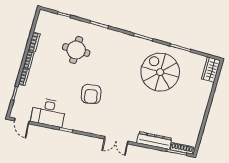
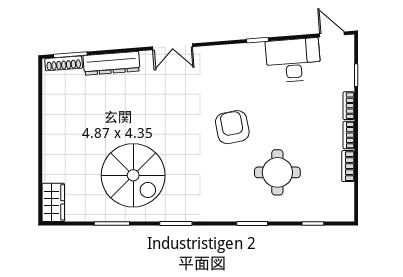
armchair: (91, 94) -> (232, 127), moved
double door: (116, 140) -> (173, 47), swing flipped

